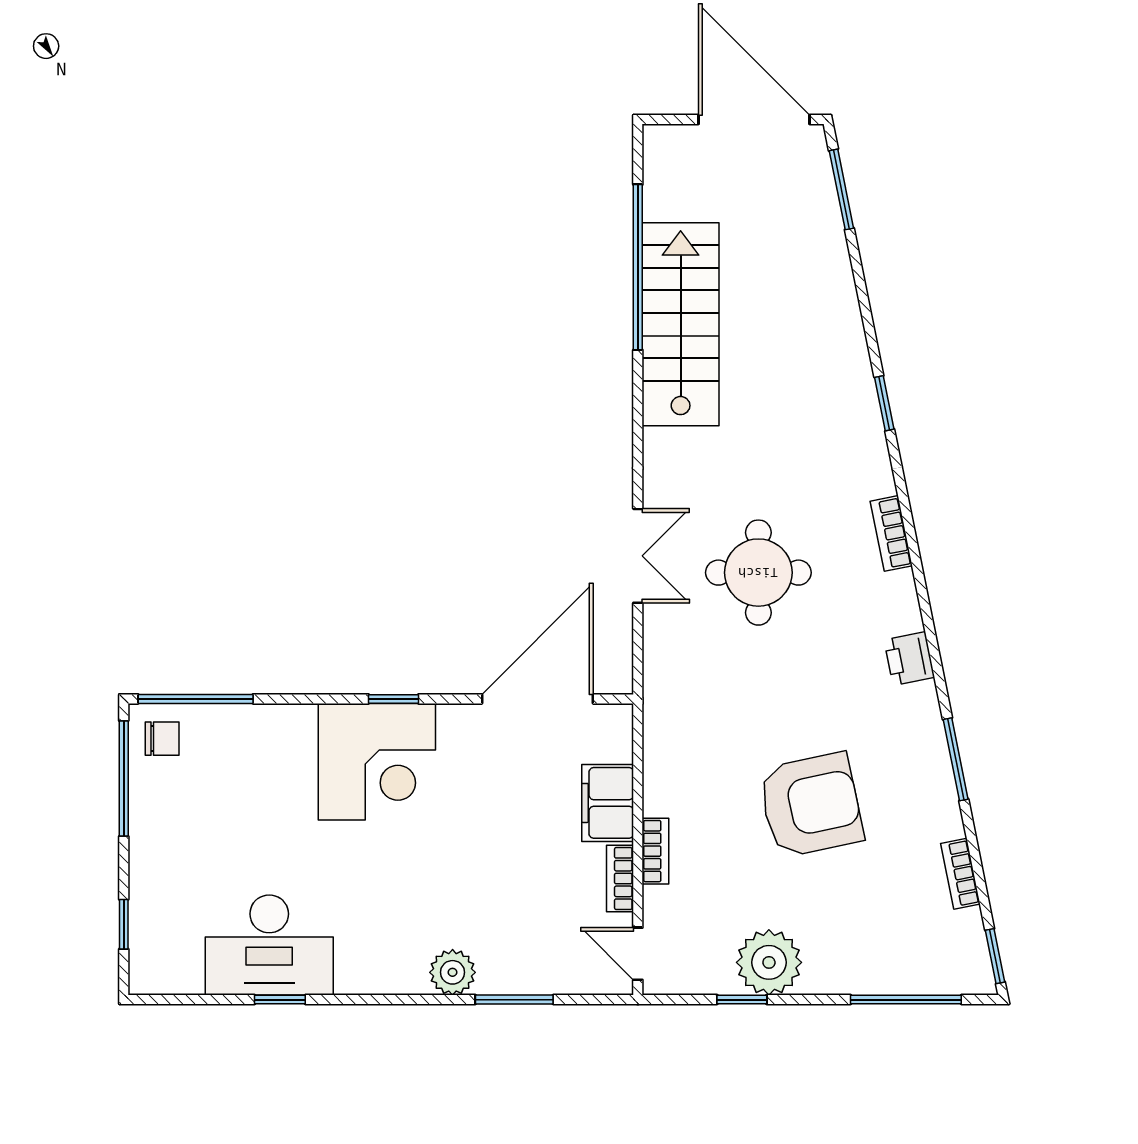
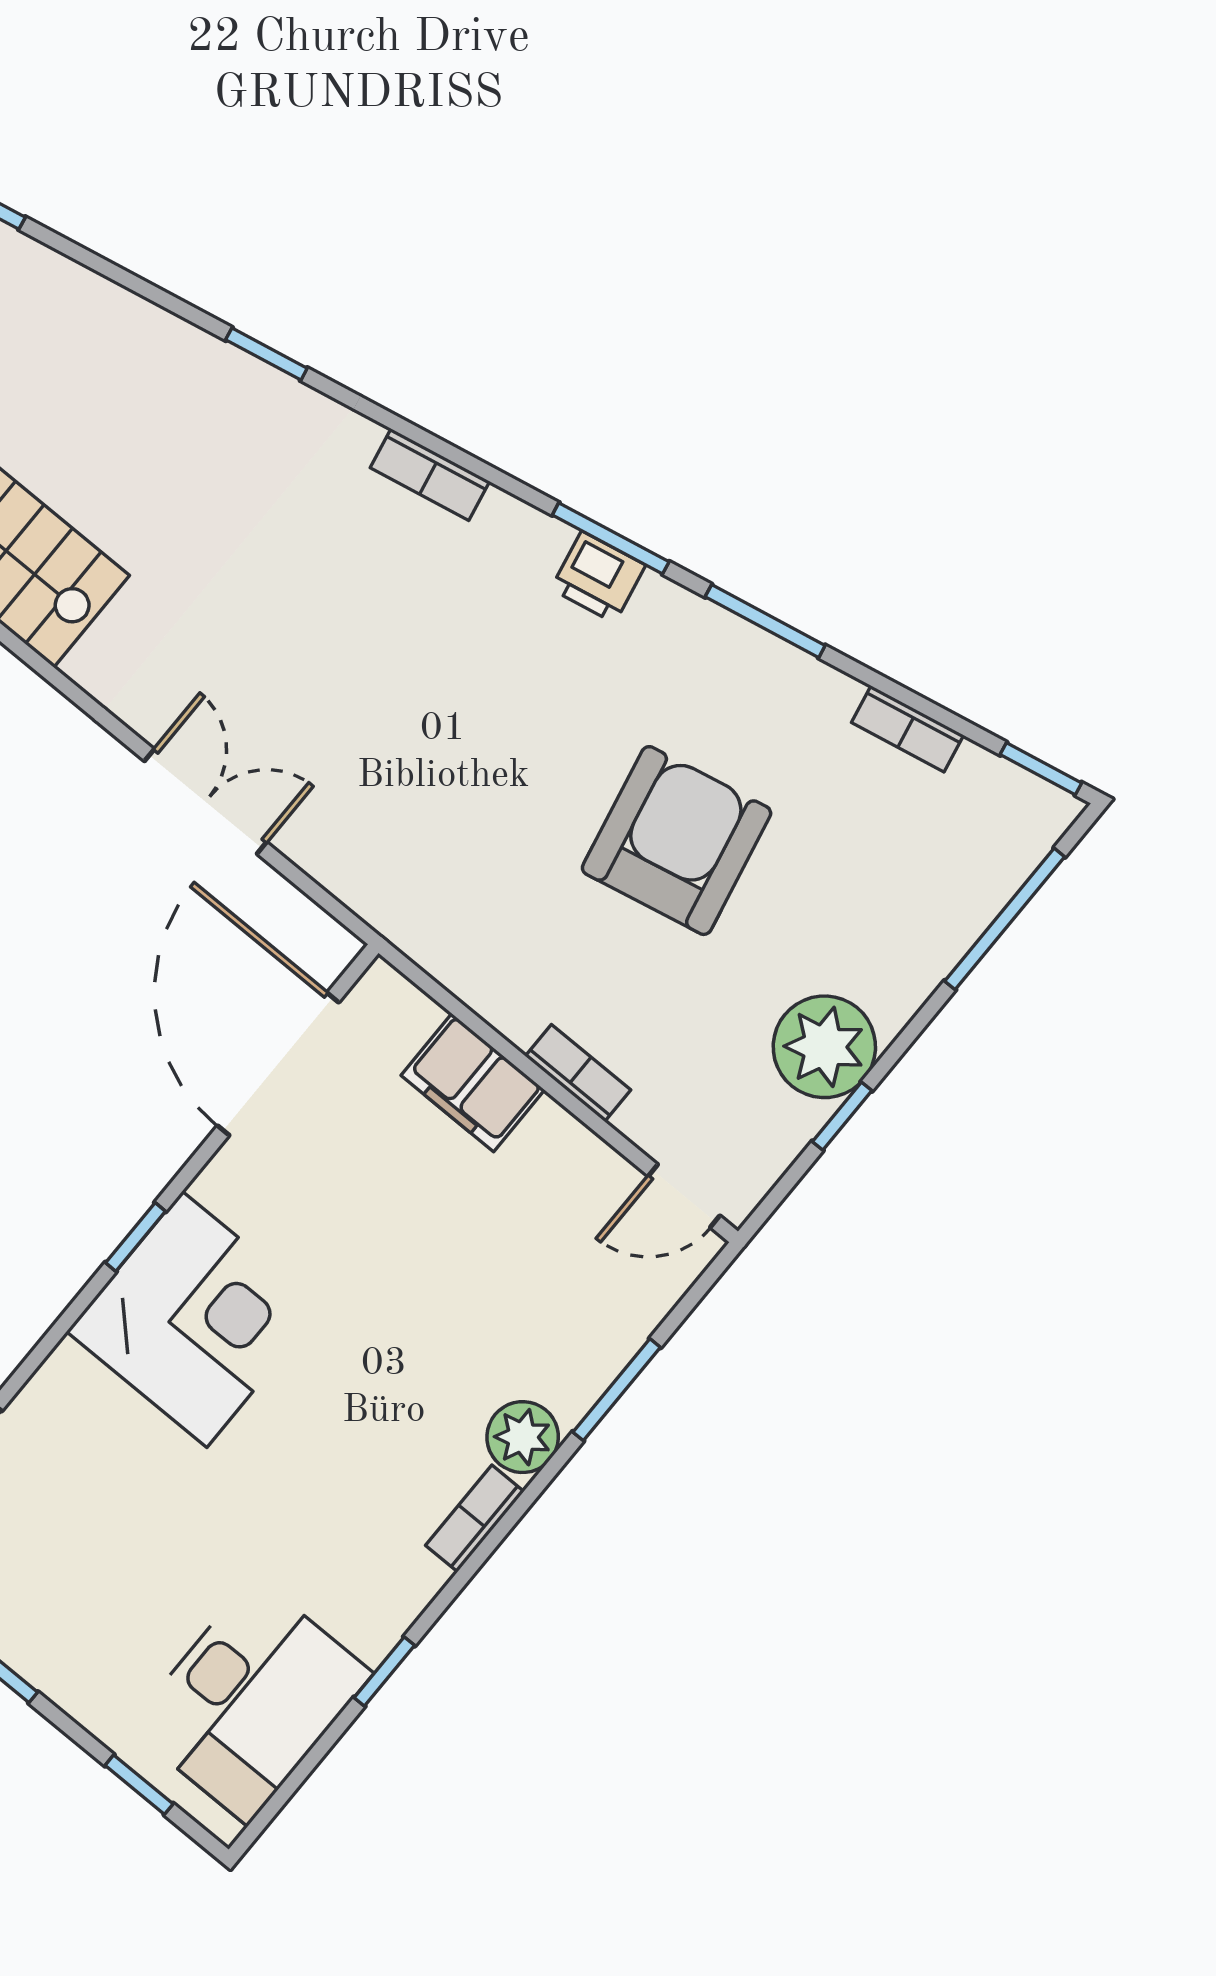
round table: (758, 573) -> (345, 673), removed
window: (934, 649) -> (611, 538), added
bookcase: (620, 879) -> (475, 1518), moved, turned 90
desk: (269, 945) -> (251, 1700), moved

